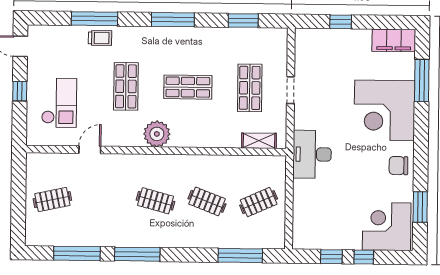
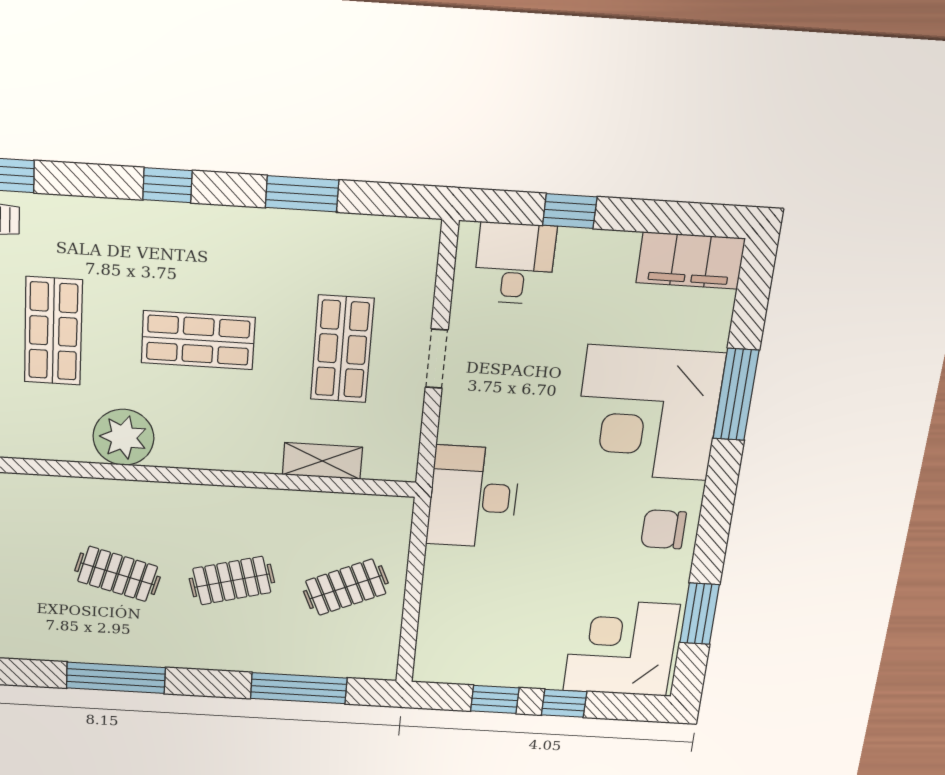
window: (173, 20) -> (168, 185), width x0.46
window: (243, 21) -> (302, 194), moved
desk: (320, 46) -> (515, 264), added
window: (422, 80) -> (736, 395), moved
shelving: (259, 141) -> (322, 461), moved
clothes rail: (207, 201) -> (232, 581), turned -36
window: (137, 254) -> (116, 678), moved

